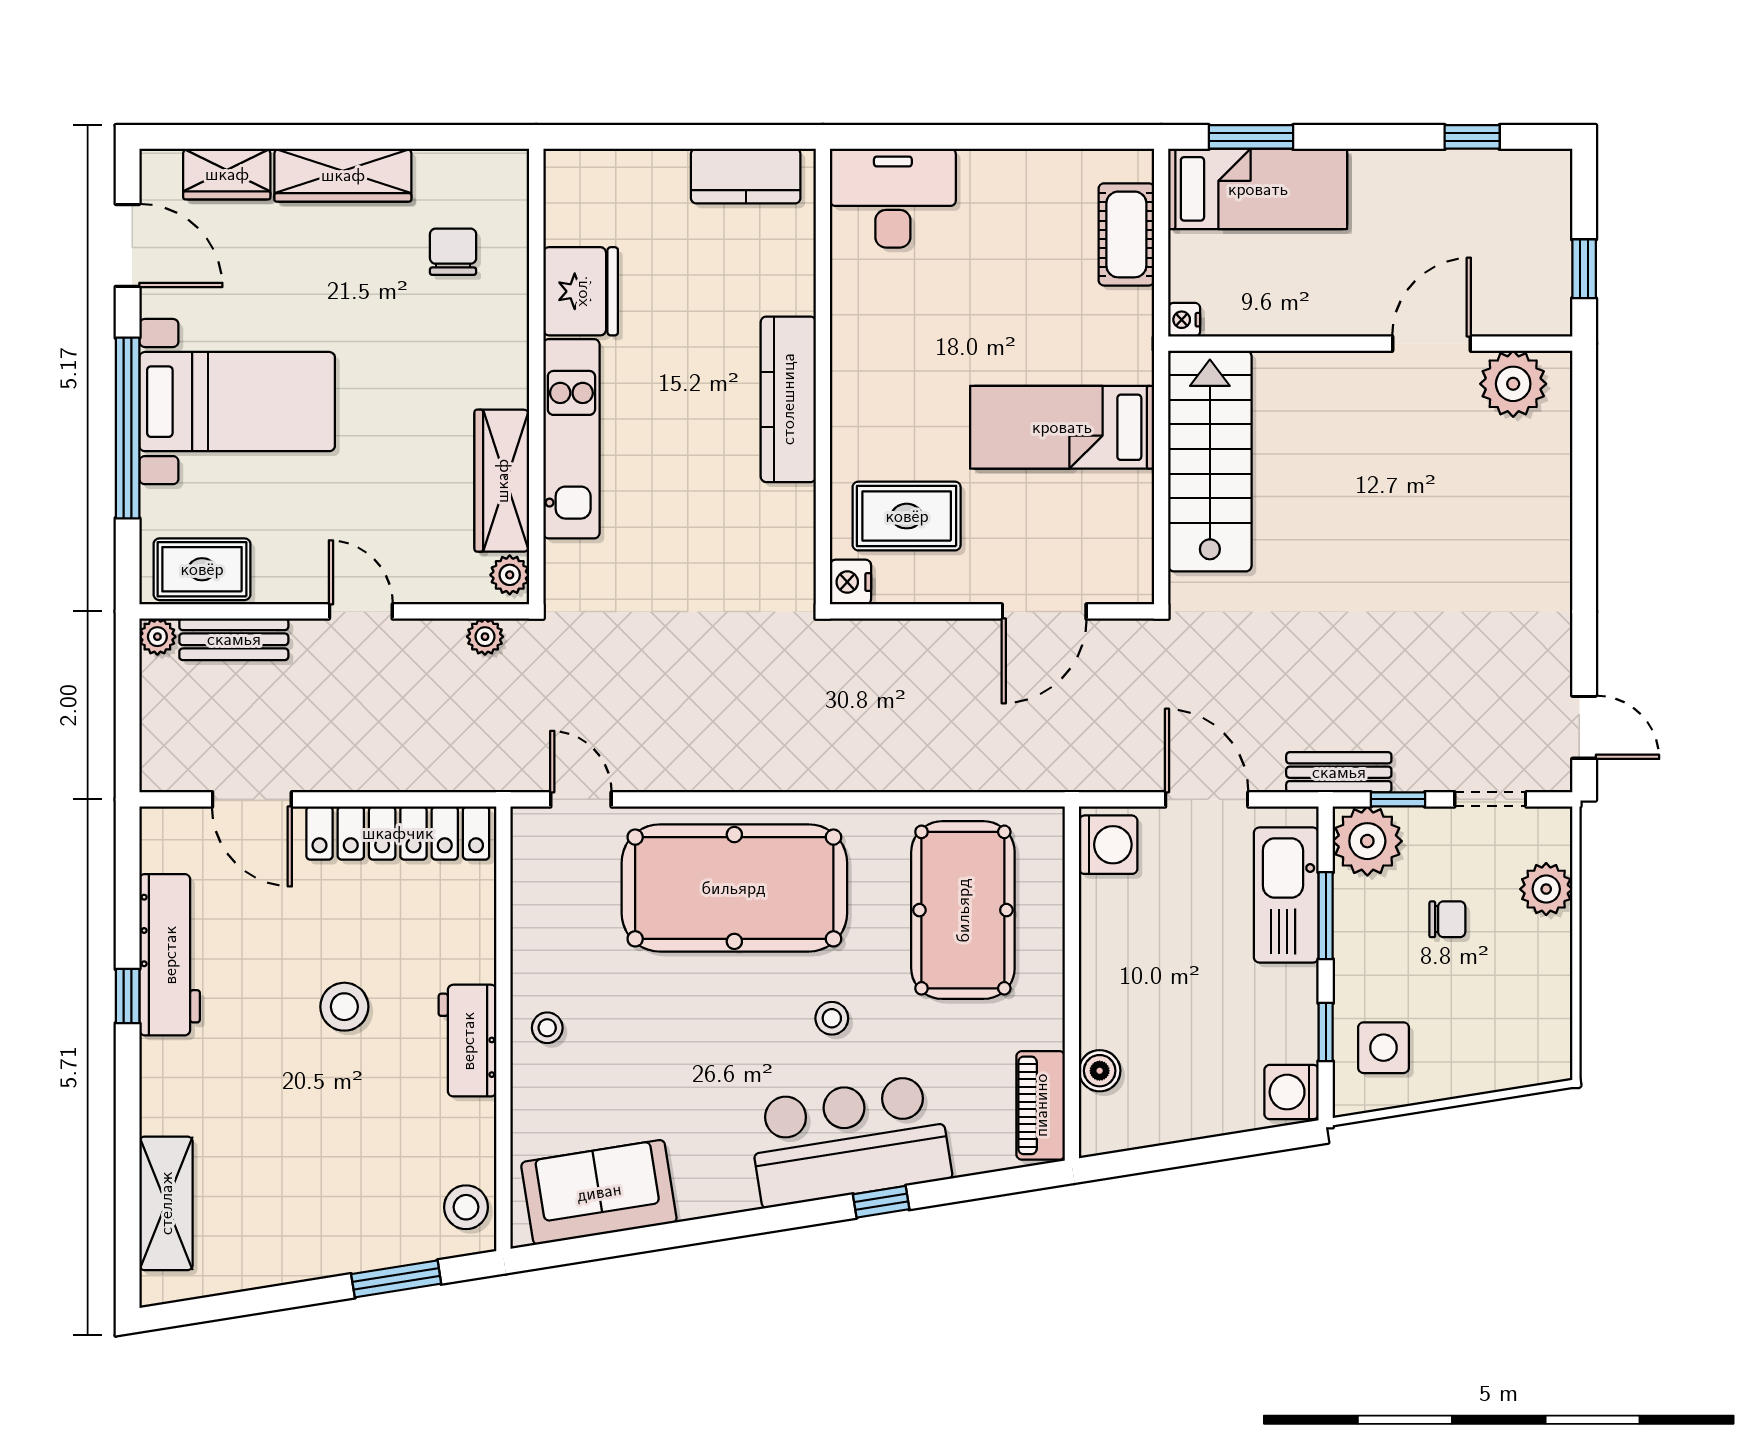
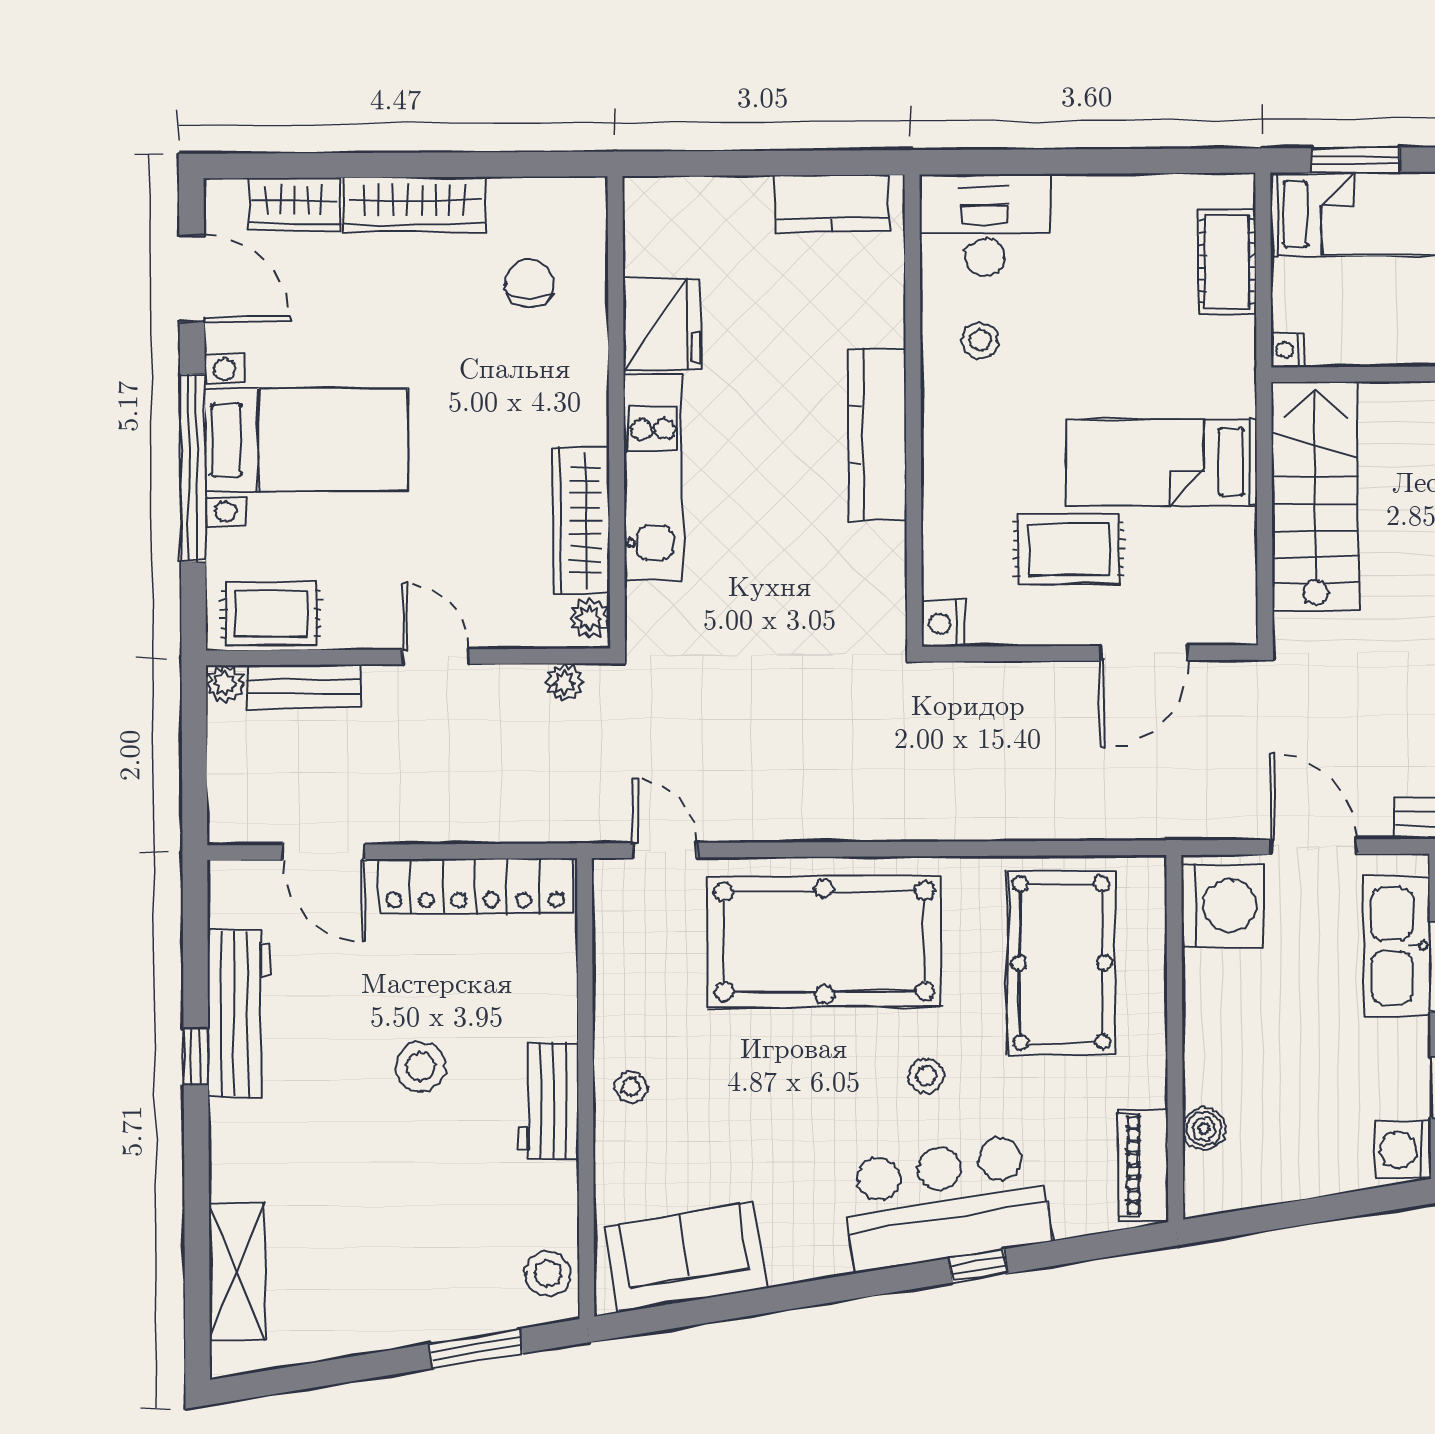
stool: (888, 309) -> (980, 340), added
rug: (907, 516) -> (1069, 549), moved
washing machine: (1108, 845) -> (1223, 906), width x1.37, depth x1.37

